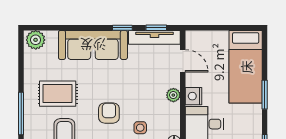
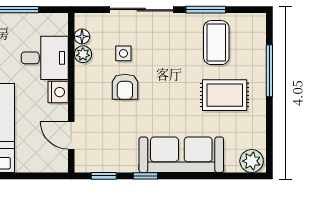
tv unit: (154, 37) -> (106, 164), removed
plant: (173, 95) -> (83, 54), moved
armchair: (109, 113) -> (125, 87), moved

